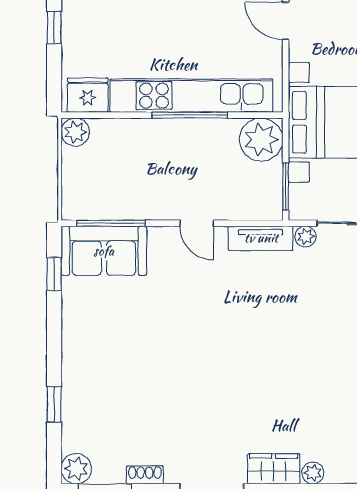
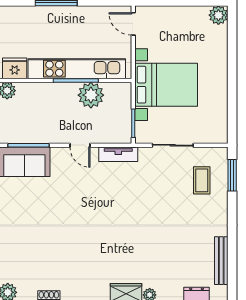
plant: (261, 140) -> (91, 95), moved
plant: (306, 237) -> (145, 153), removed

